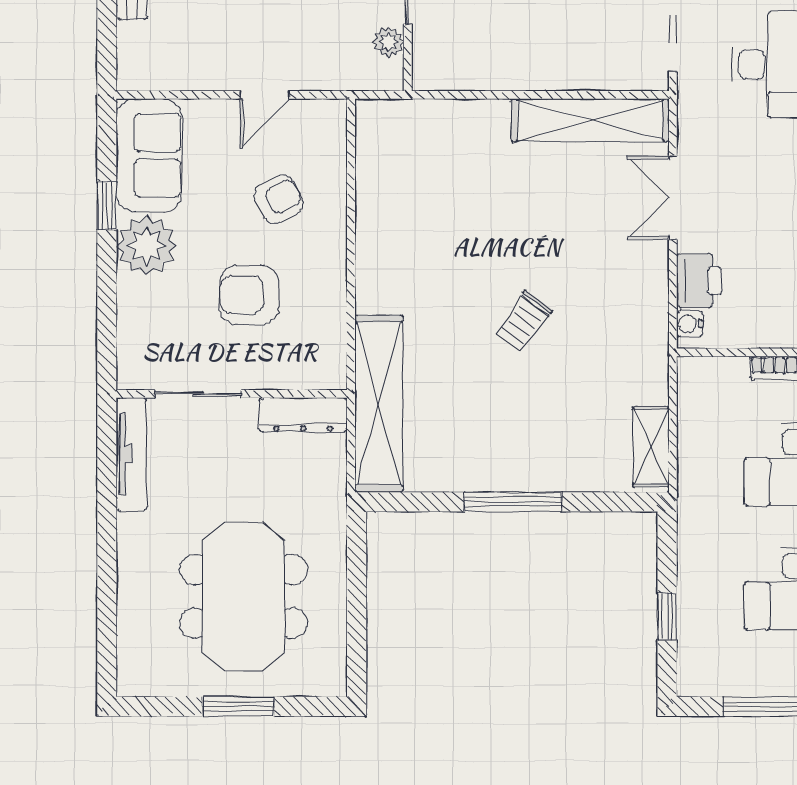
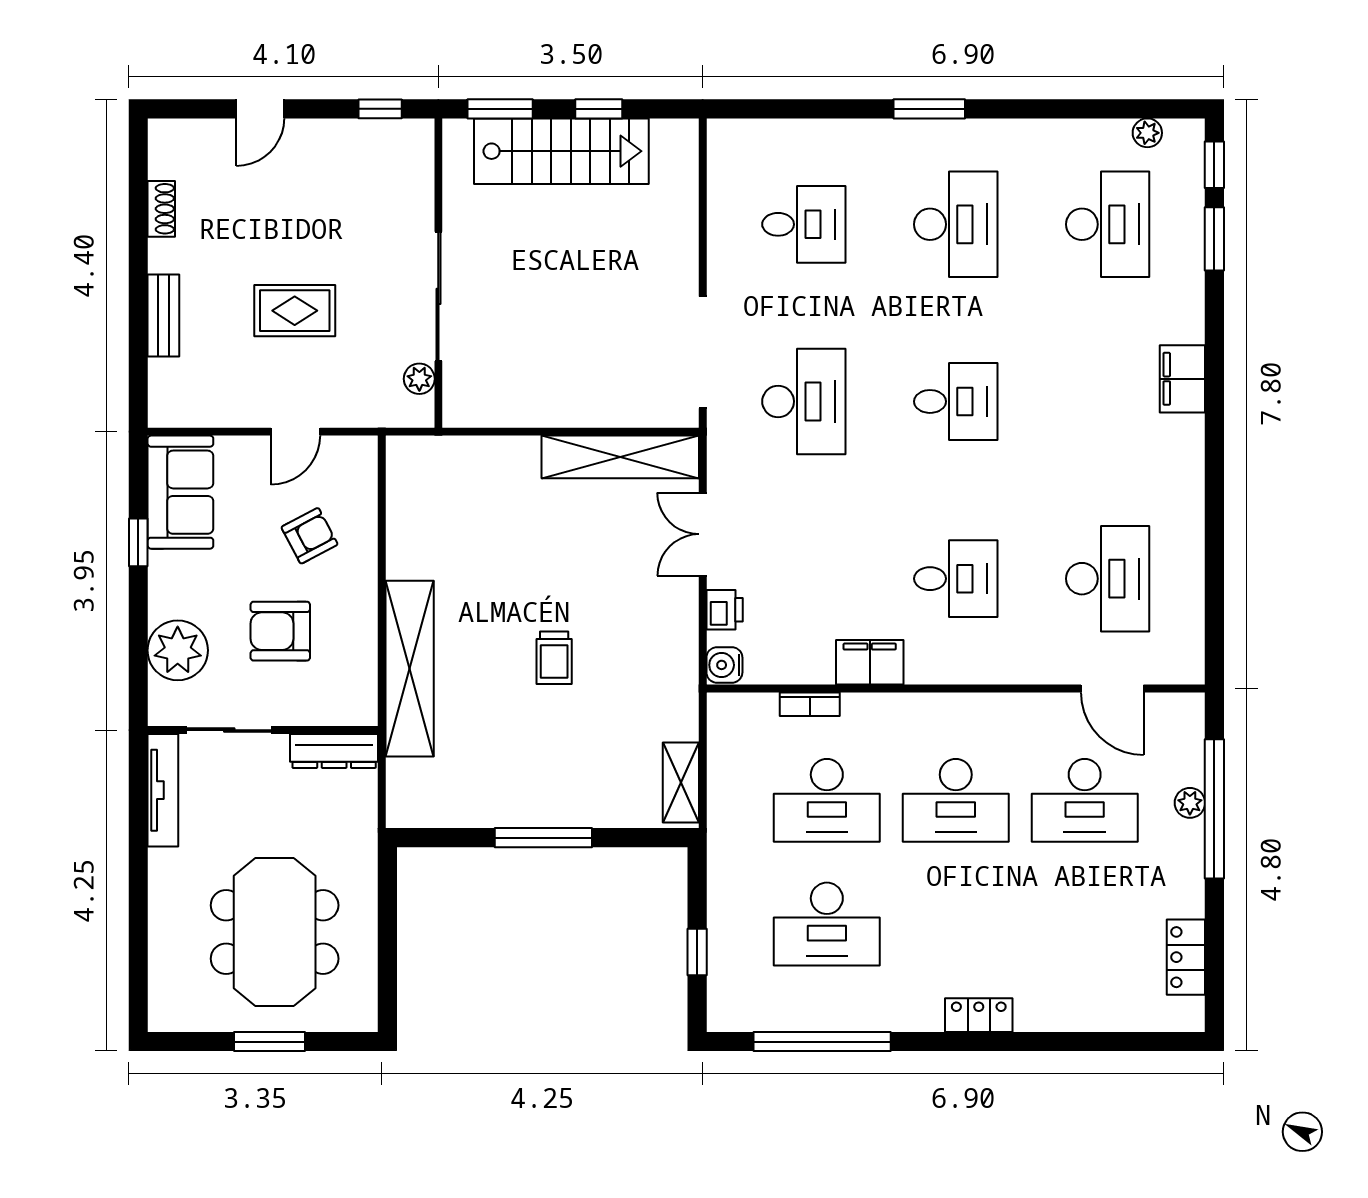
plant: (146, 245) -> (178, 650), moved
printer: (699, 281) -> (725, 610), width x0.73, depth x0.81
trolley: (524, 322) -> (554, 658), turned -36
water cooler: (690, 324) -> (724, 665), width x1.38, depth x1.38
shelving: (379, 403) -> (410, 669), moved

